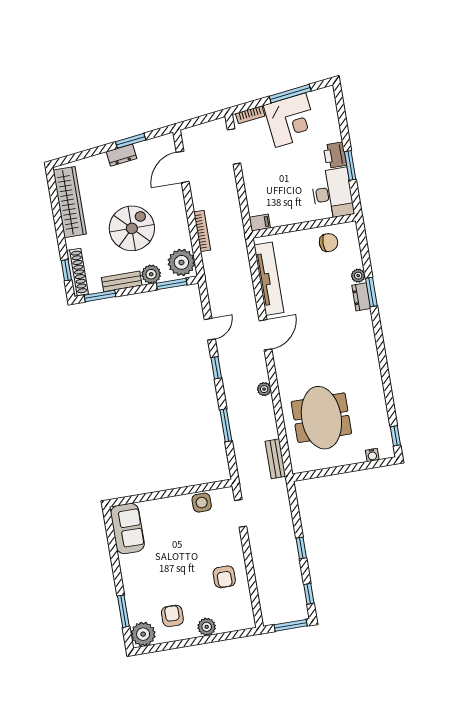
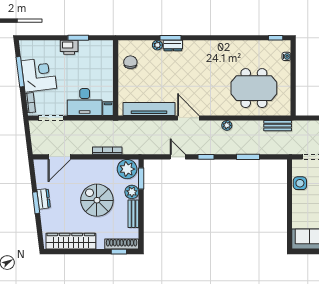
window: (131, 141) -> (36, 203), moved
door: (183, 167) -> (59, 157), hinge flipped
desk: (332, 193) -> (85, 102), moved, turned 180
window: (100, 296) -> (141, 231), removed

